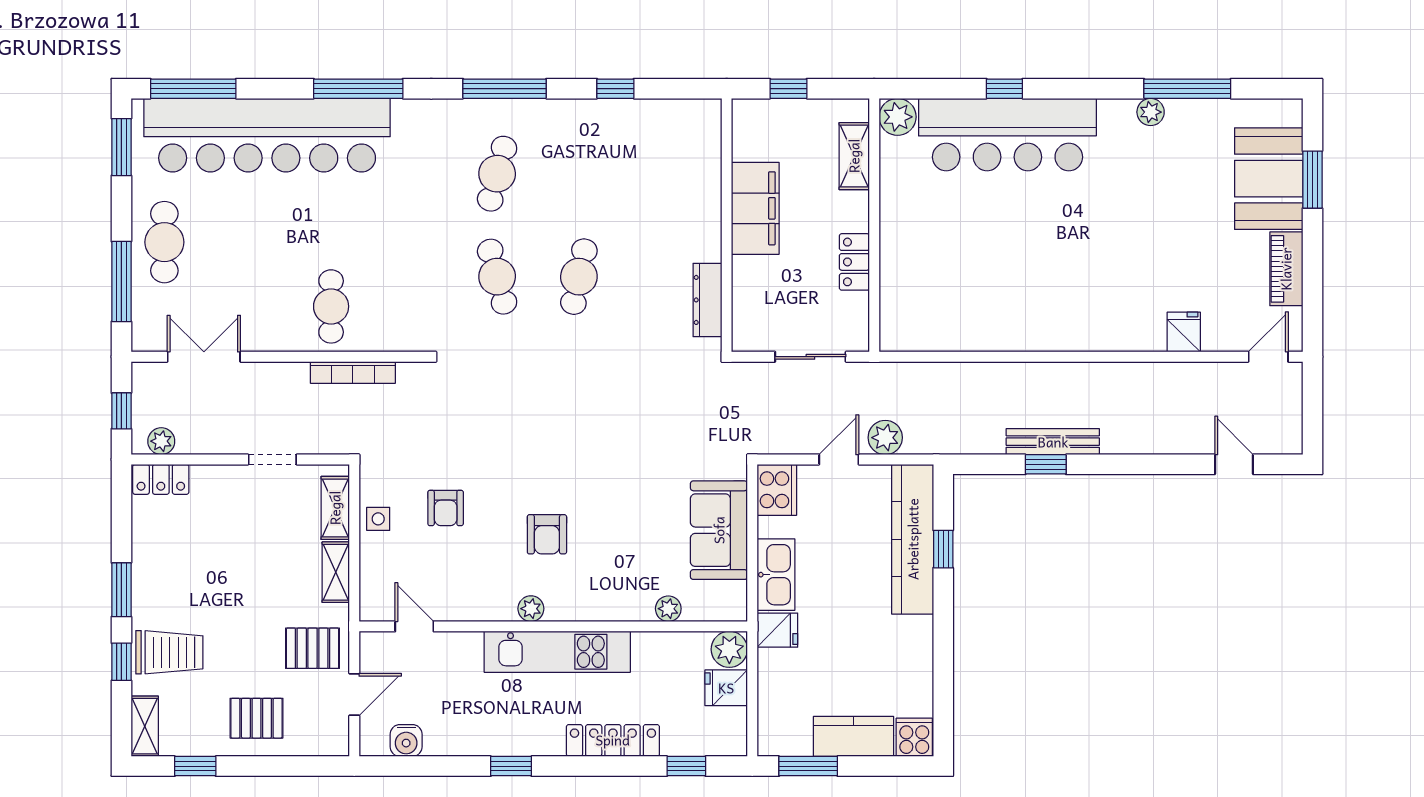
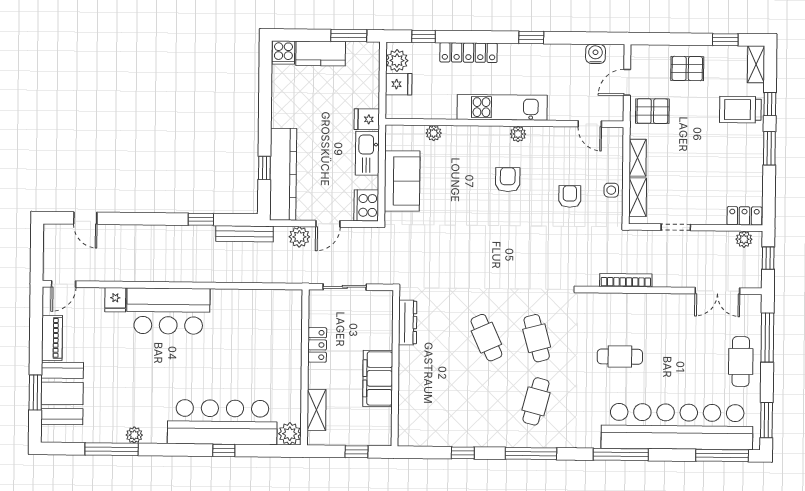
cafe table: (579, 277) -> (486, 338), turned -36
cafe table: (331, 306) -> (620, 357), moved, turned 90
bar counter: (1097, 315) -> (168, 311), added
bench: (1053, 442) -> (245, 234), moved
plant: (729, 649) -> (397, 60), moved

